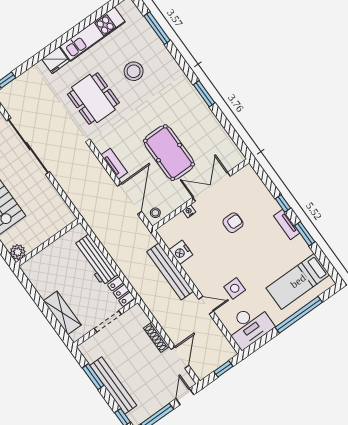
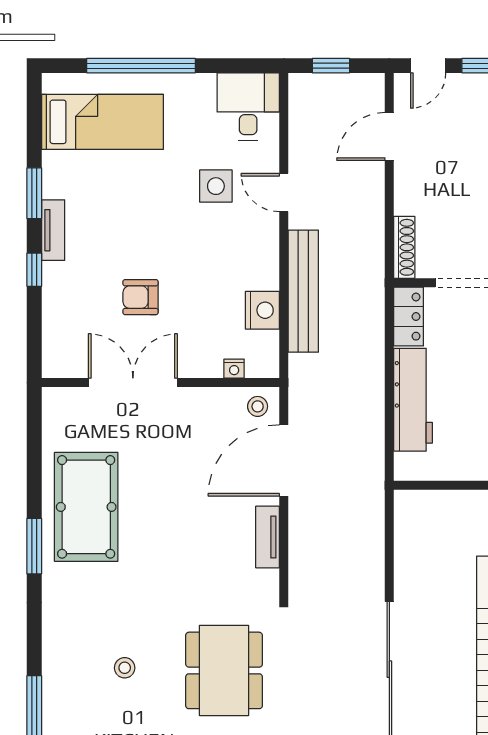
stool: (134, 71) -> (125, 668), width x0.53, depth x0.53
pool table: (169, 153) -> (86, 507), moved
double door: (212, 187) -> (133, 383), swing flipped
nightstand: (189, 211) -> (234, 369), moved
desk: (249, 326) -> (248, 107), width x0.73
shoe rack: (156, 337) -> (404, 247), moved

